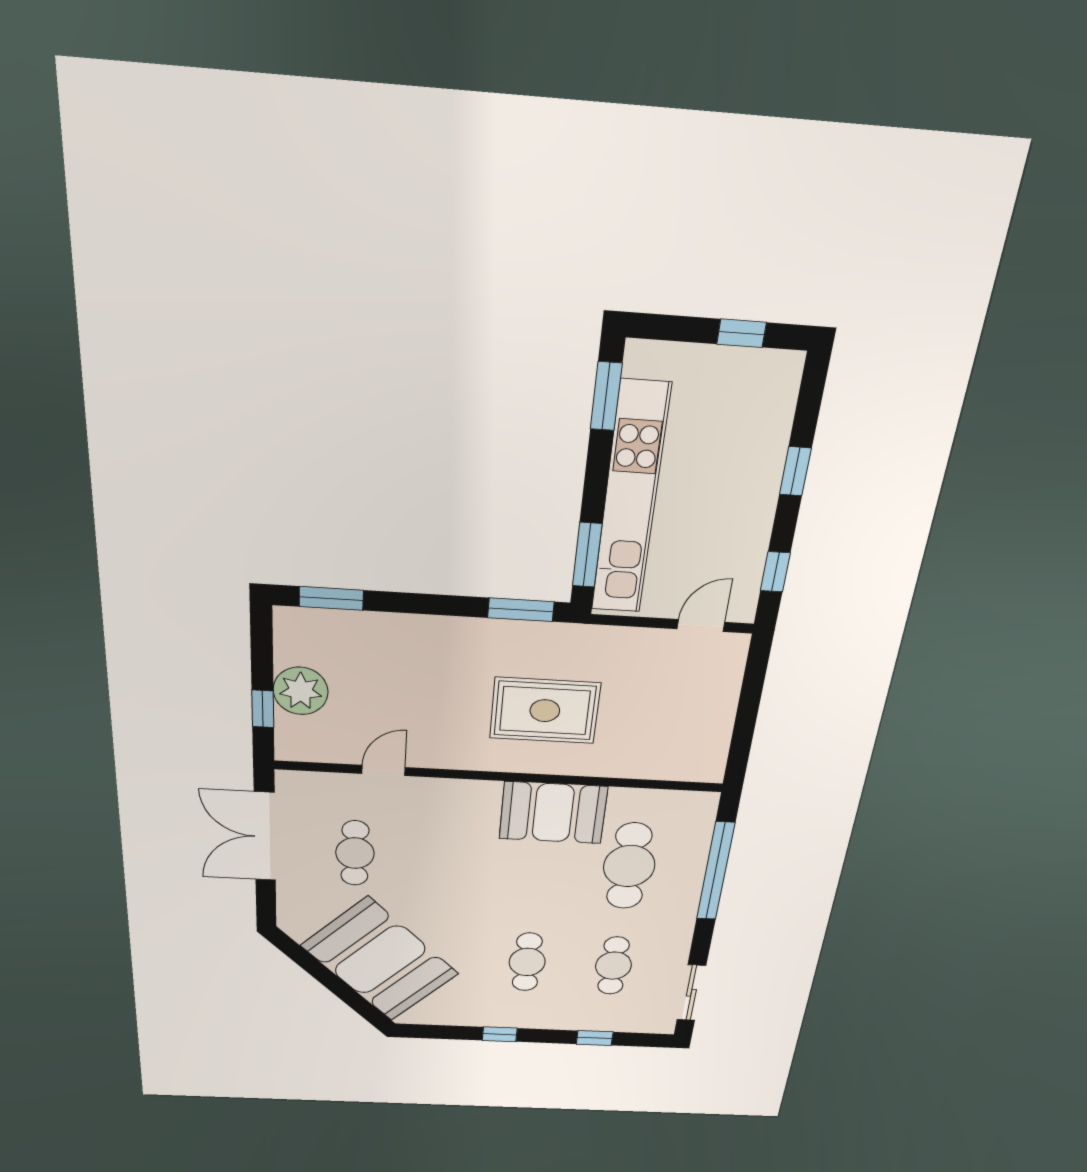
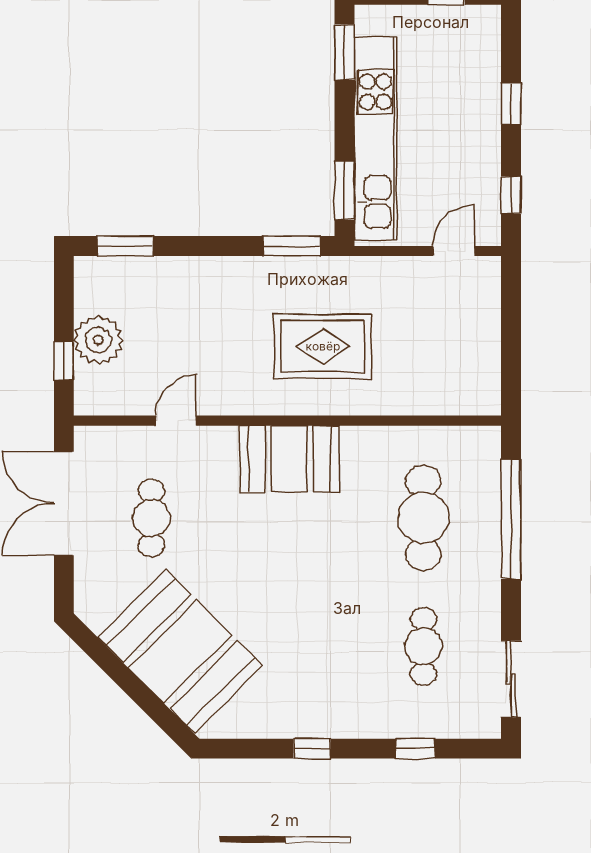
booth: (553, 813) -> (289, 459), moved
cafe table: (527, 962) -> (333, 646), removed

